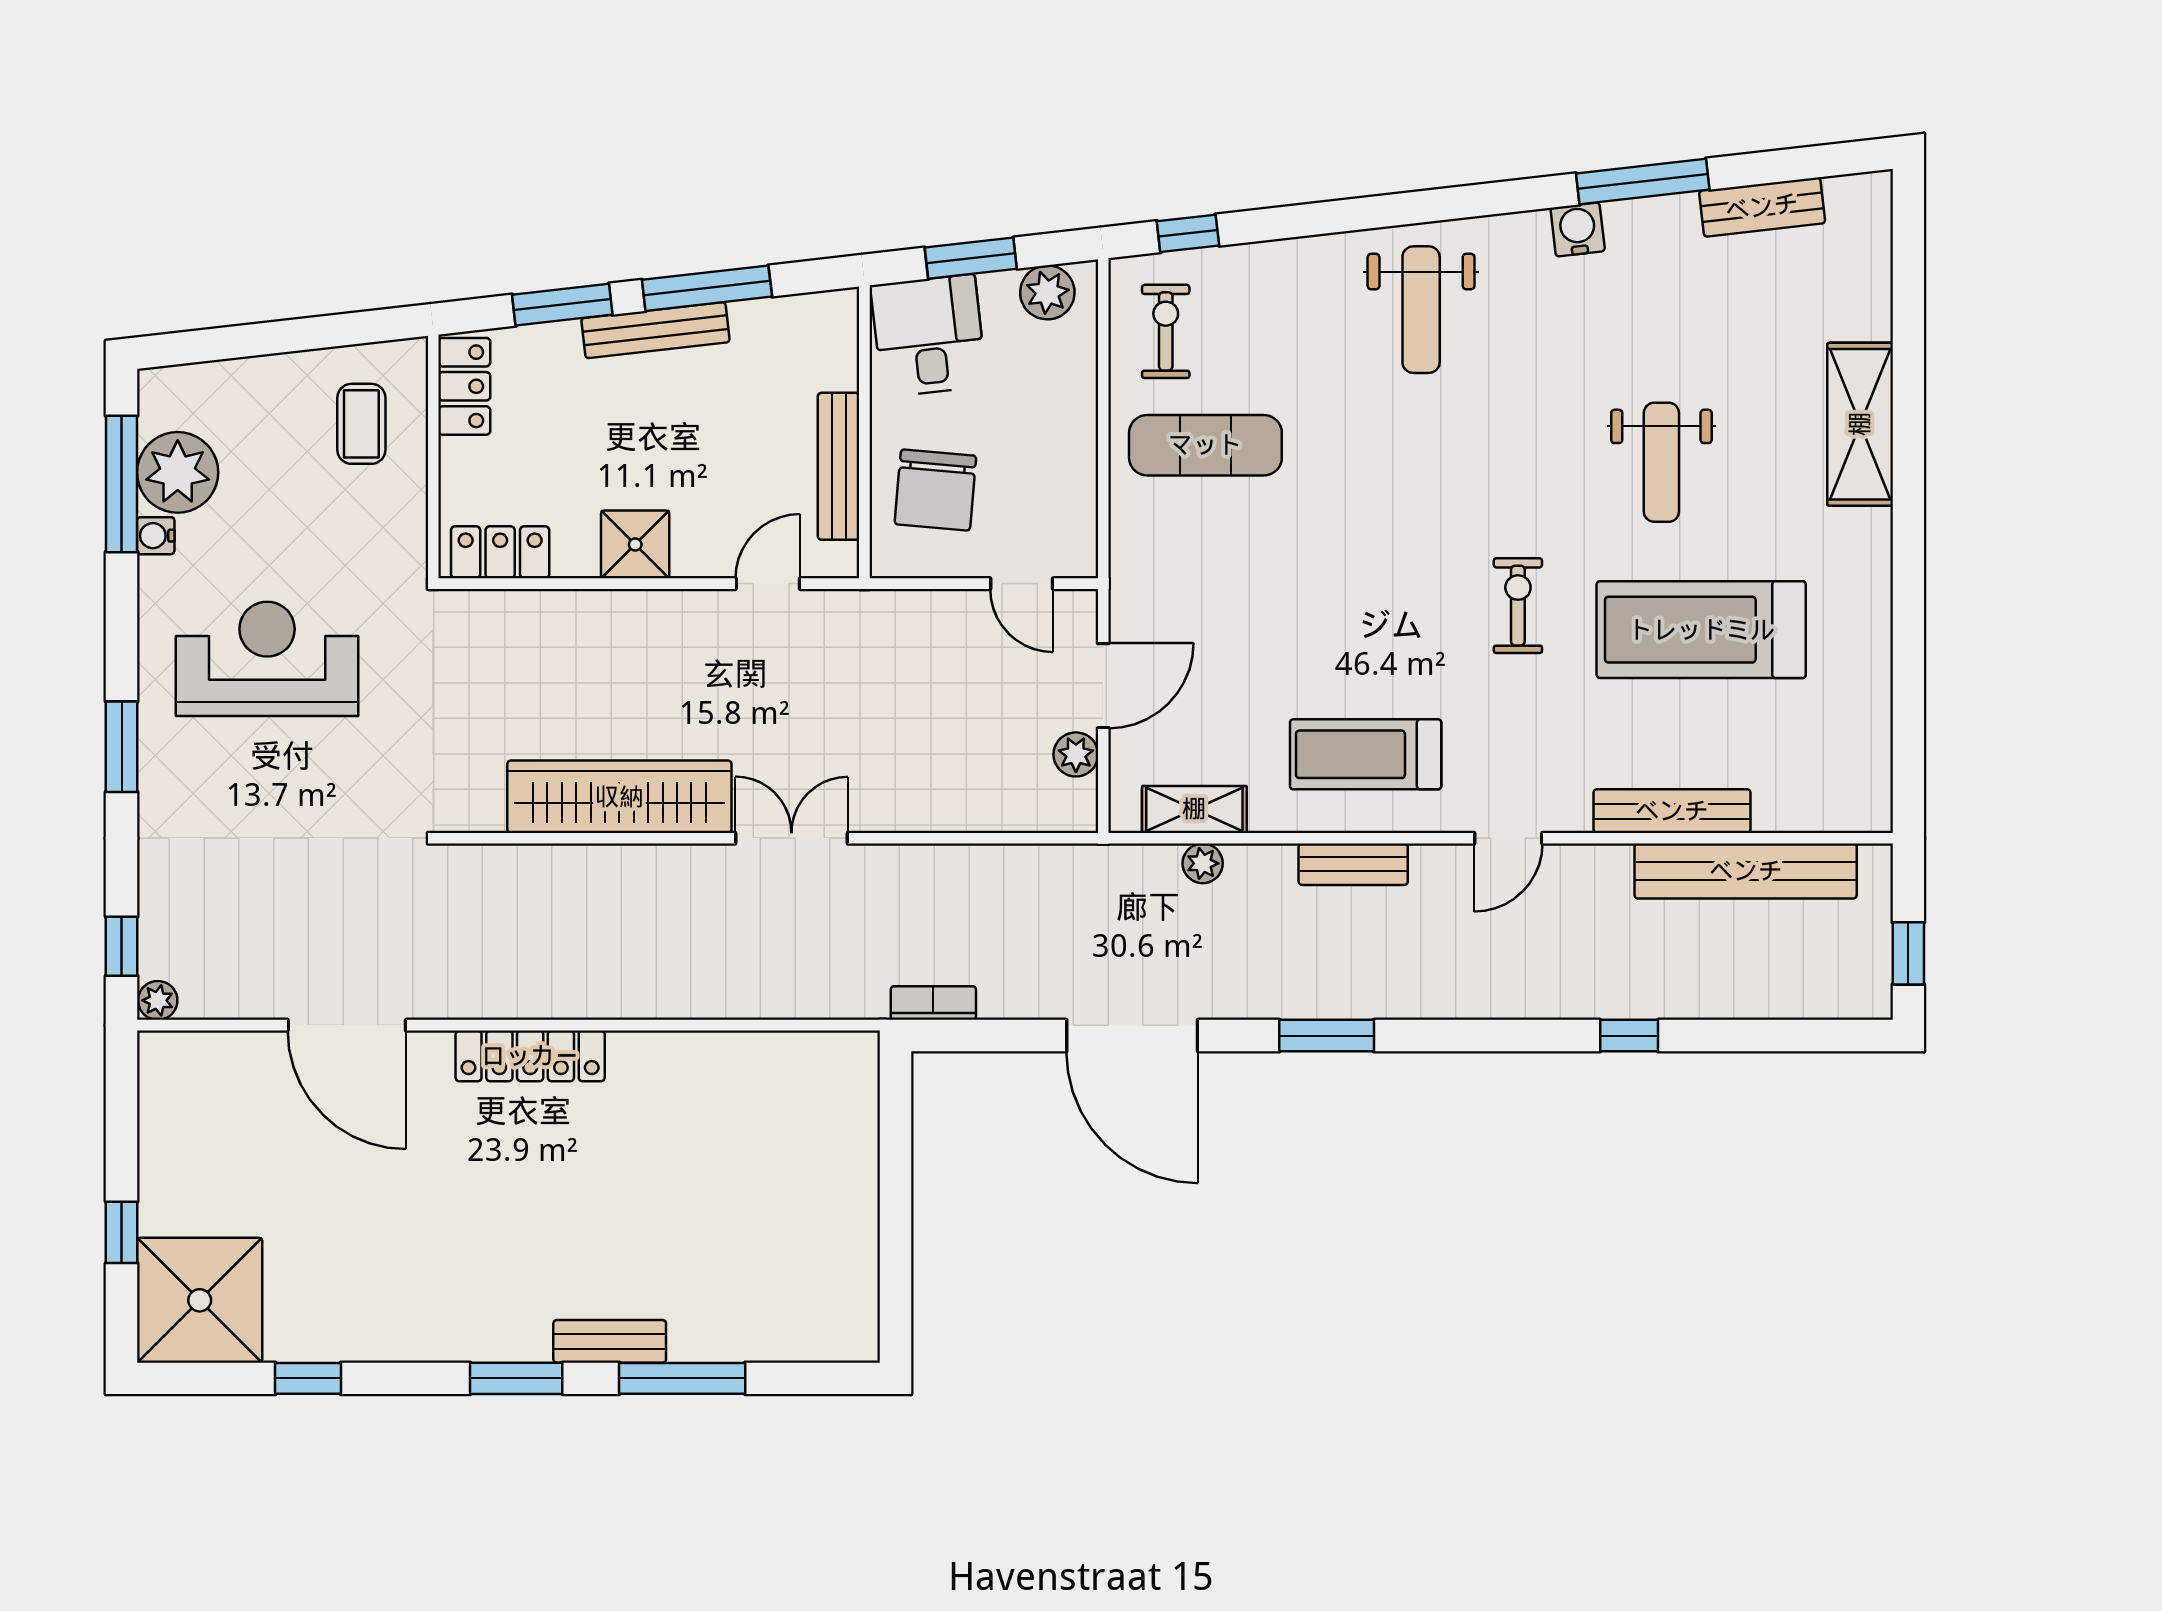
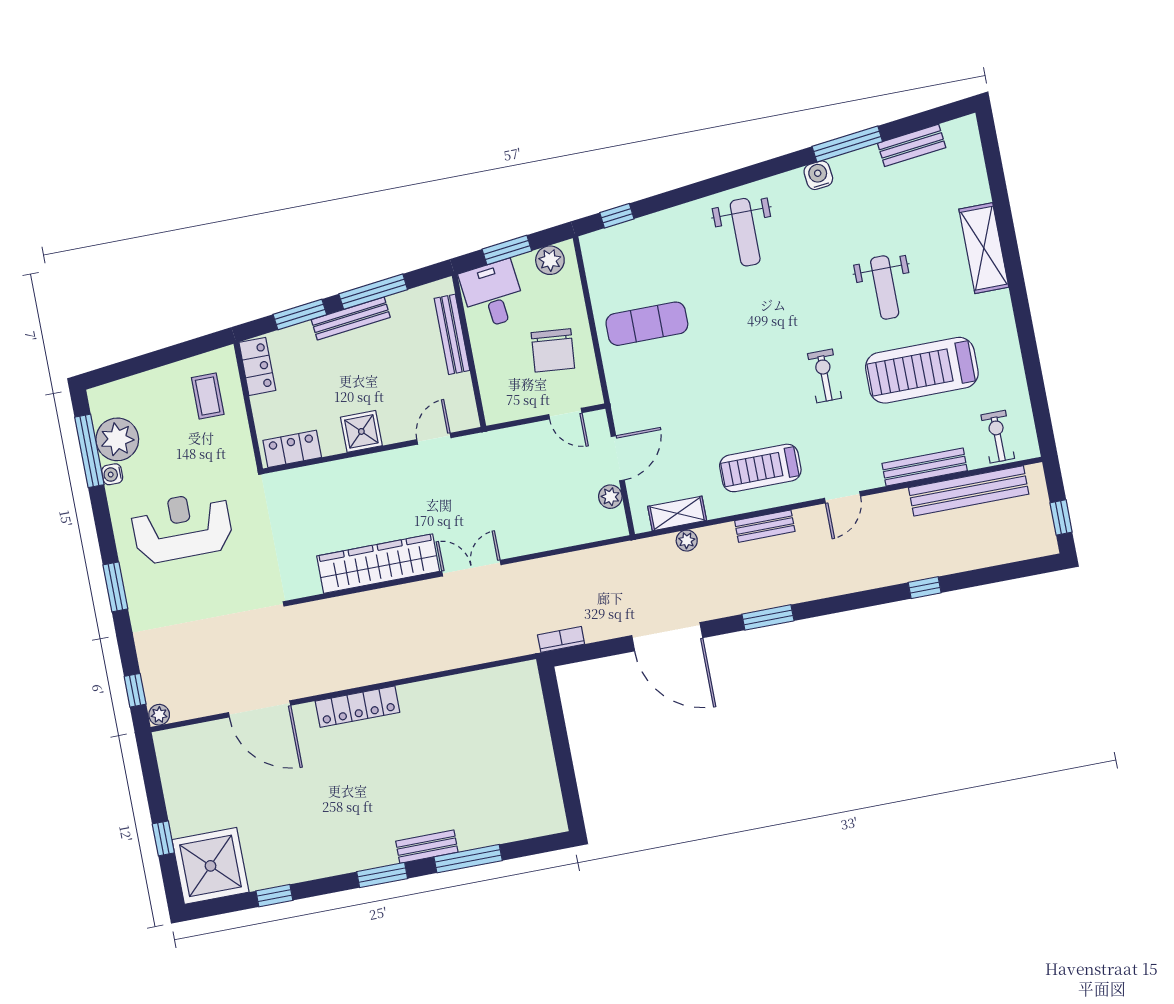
exercise bike: (1166, 331) -> (998, 437), moved
bench: (839, 466) -> (452, 334), moved
chair: (935, 490) -> (553, 350), moved

